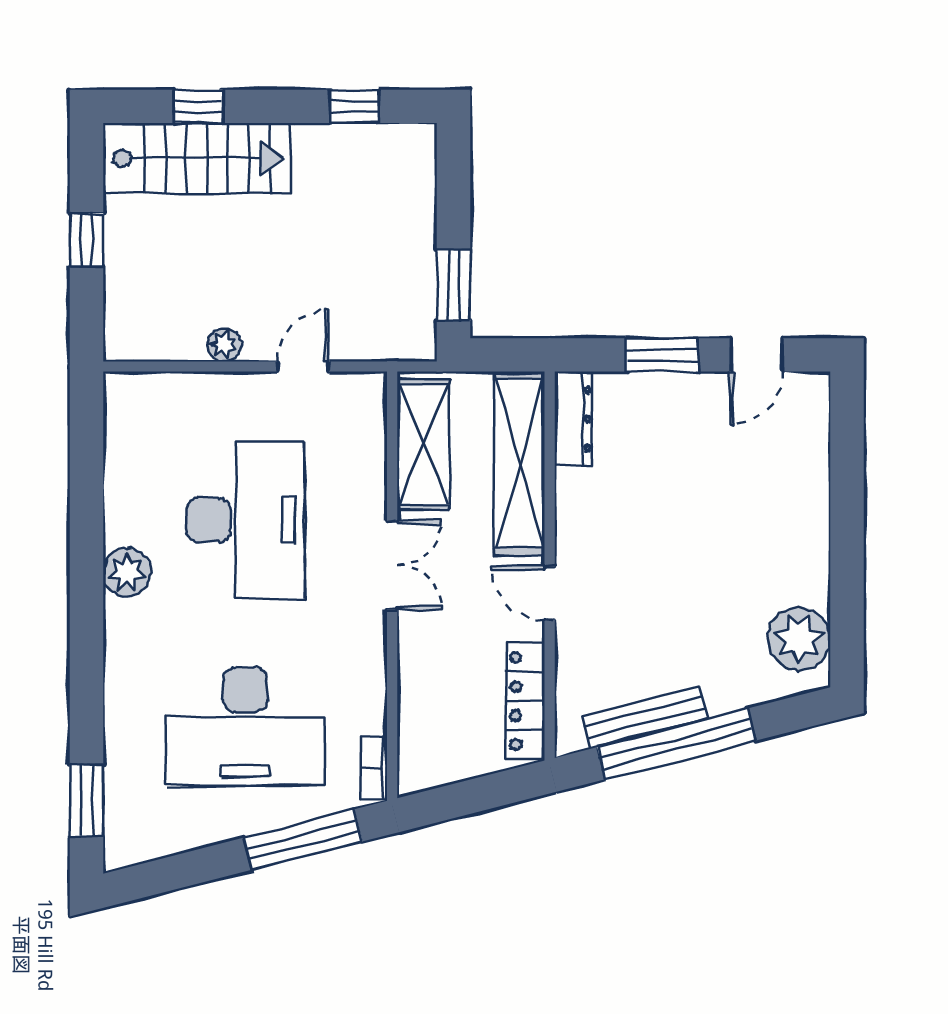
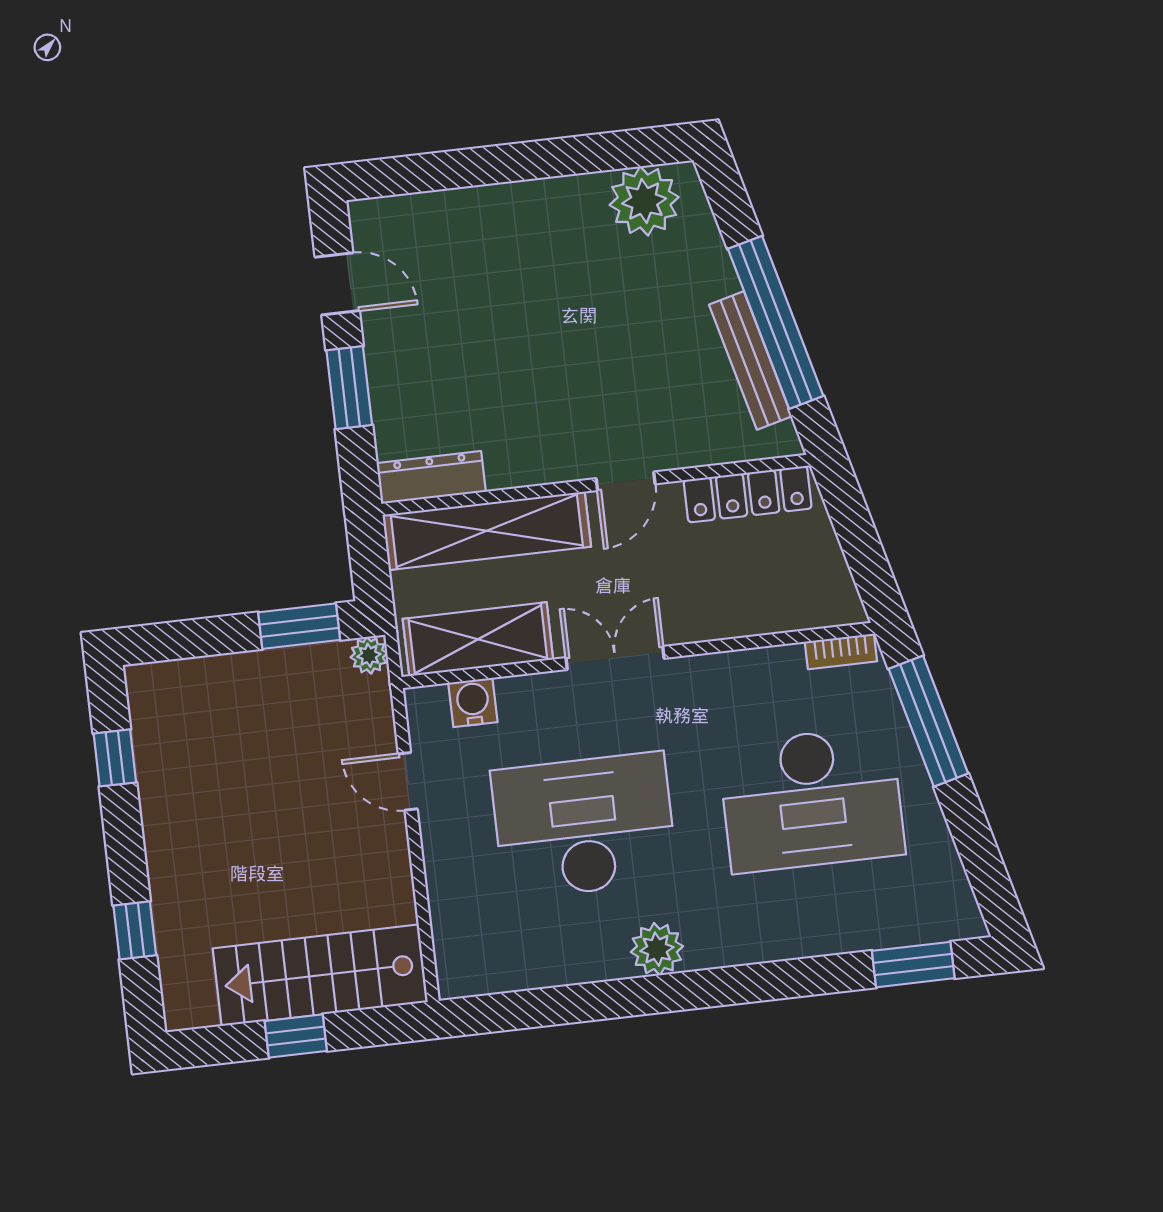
stairs: (197, 158) -> (320, 975), moved, turned -90
plant: (224, 345) -> (369, 655), moved
water cooler: (367, 433) -> (473, 702), added
desk: (245, 727) -> (812, 799), turned 90

